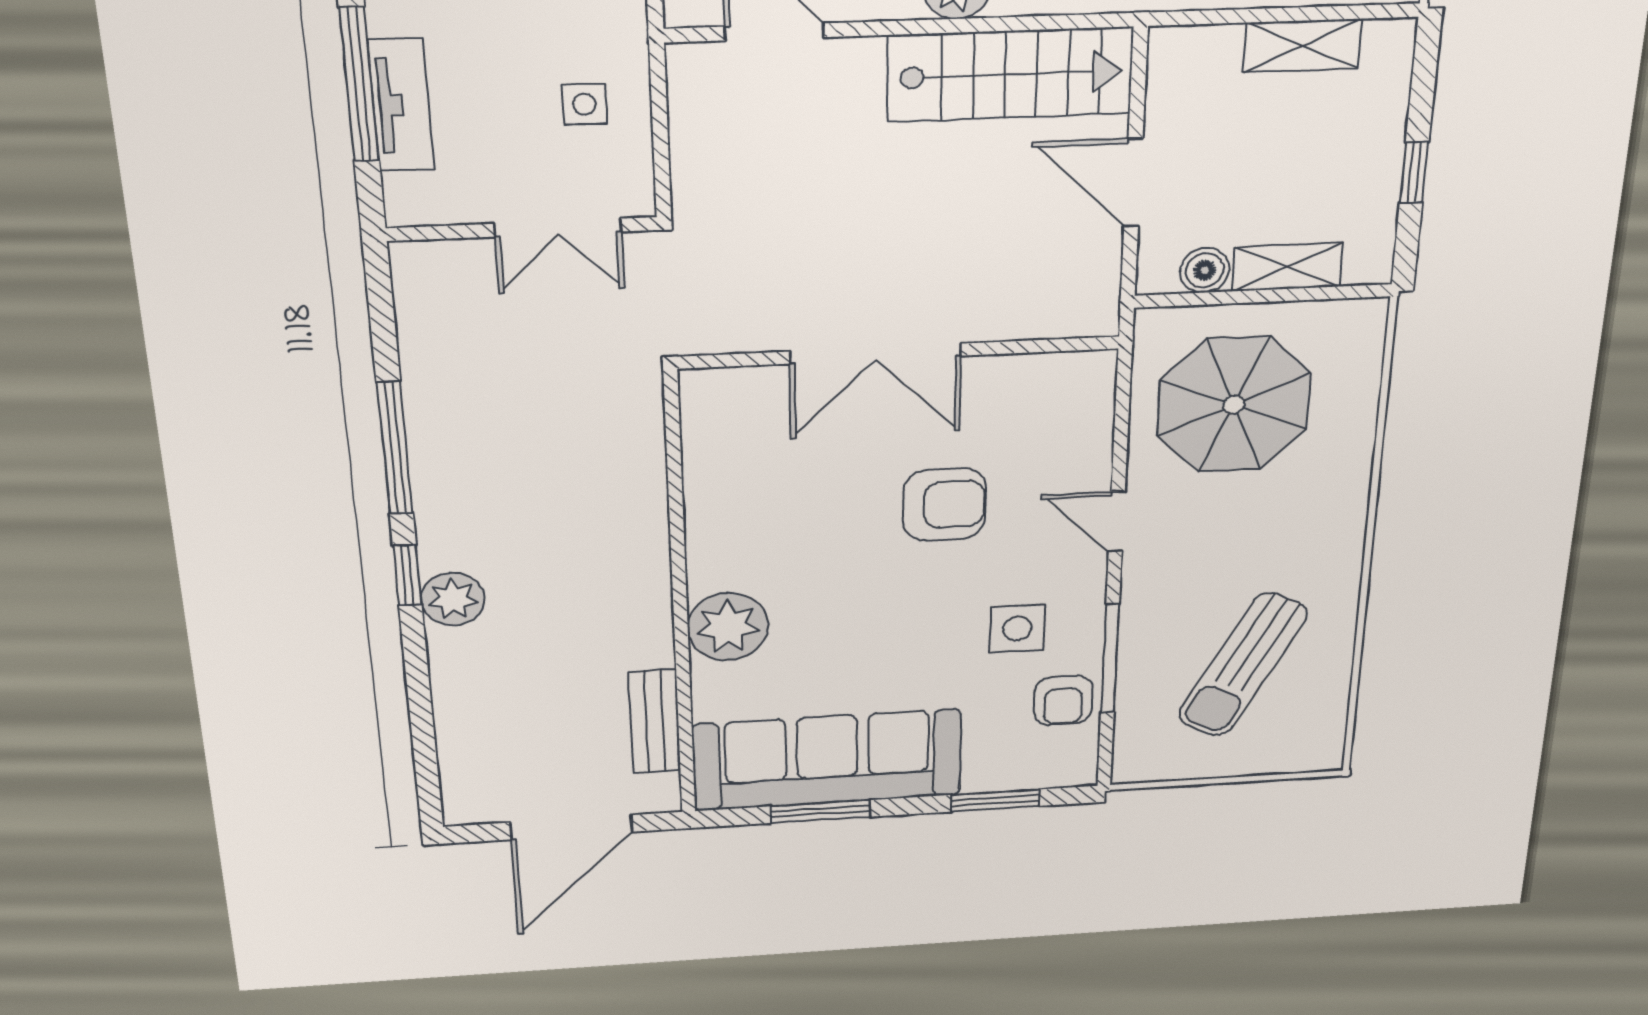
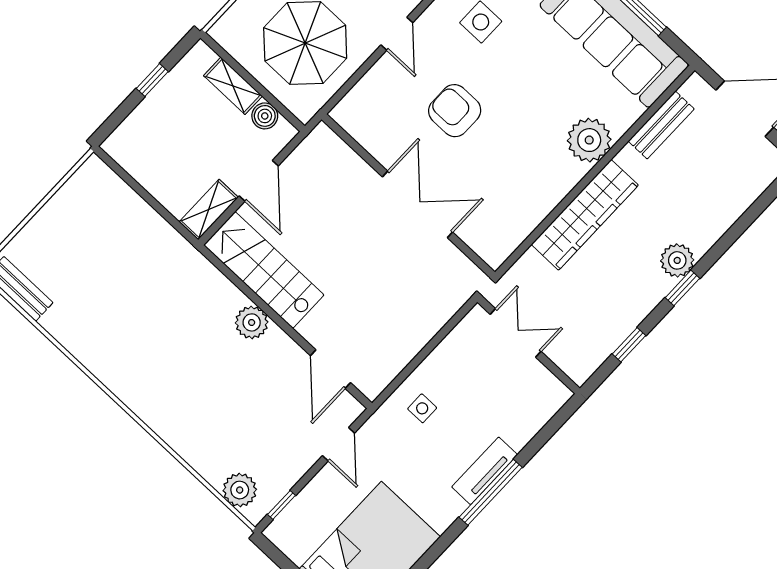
shelving: (1302, 46) -> (209, 210), moved, turned 90
double door: (558, 228) -> (516, 333), moved
wall: (522, 229) -> (529, 345), moved
window: (395, 448) -> (629, 345), width x0.46
wardrobe: (635, 542) -> (585, 215), added

